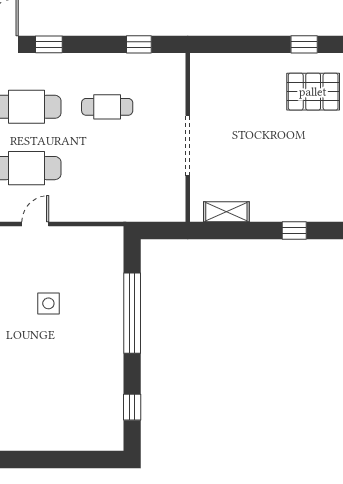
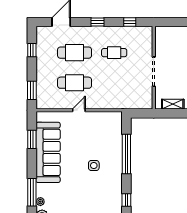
window: (49, 44) -> (98, 22), moved
side table: (48, 303) -> (94, 166), moved

